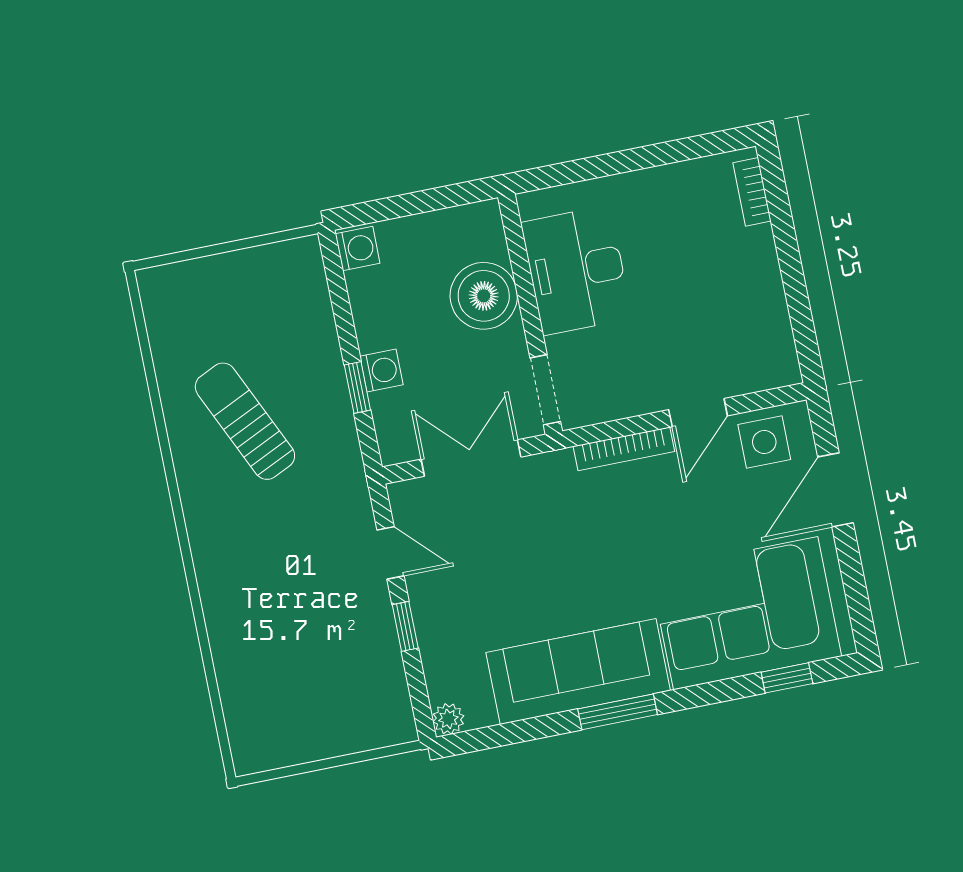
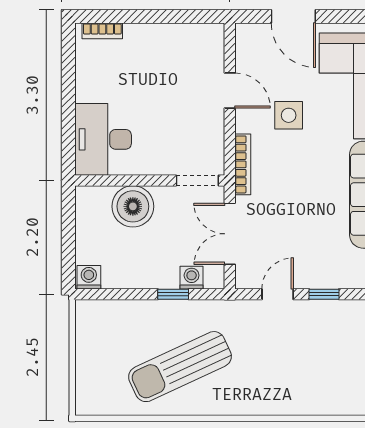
desk: (576, 270) -> (103, 139), moved, turned 90
washing machine: (381, 371) -> (192, 278), moved
sun lounger: (245, 421) -> (180, 367), width x1.36, depth x1.34
side table: (764, 442) -> (289, 115), moved
bookcase: (624, 449) -> (243, 164), moved

